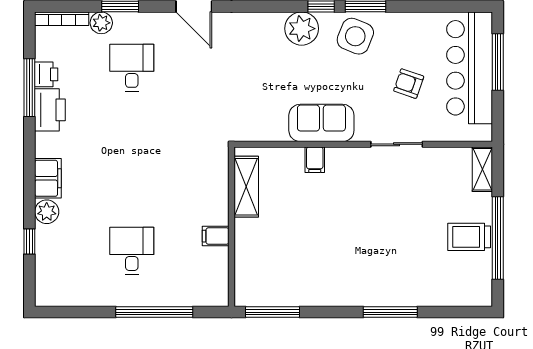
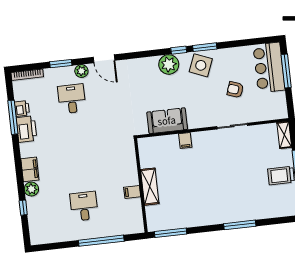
plant: (101, 23) -> (81, 71), moved
bar counter: (470, 68) -> (269, 67), width x0.73
sofa: (321, 123) -> (167, 121), moved
shelving: (246, 187) -> (150, 187), moved

